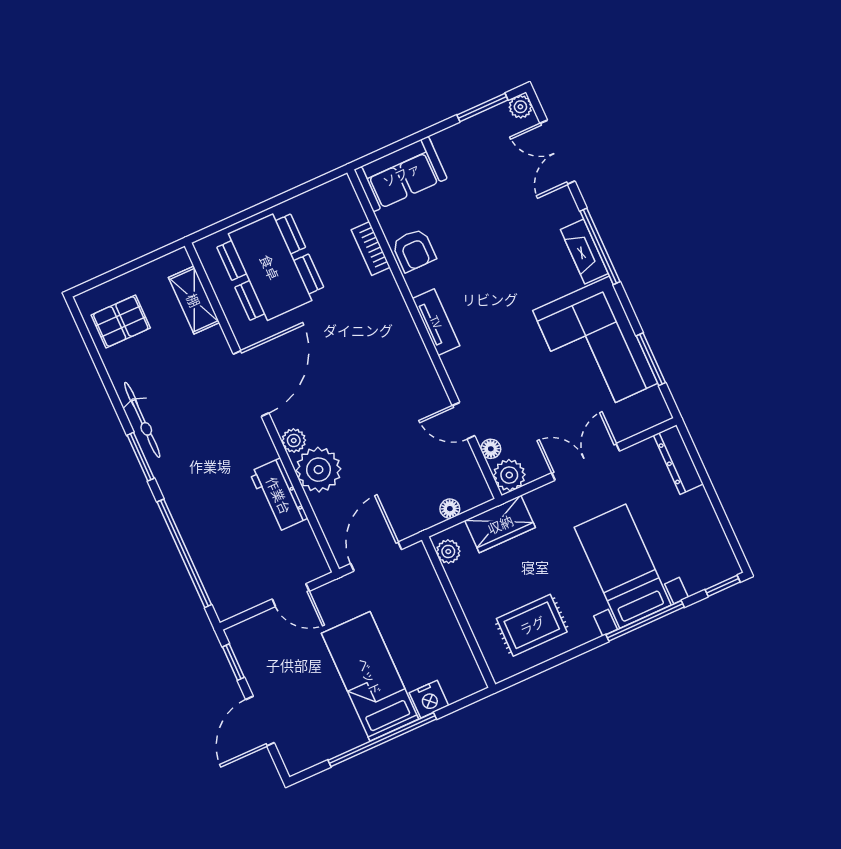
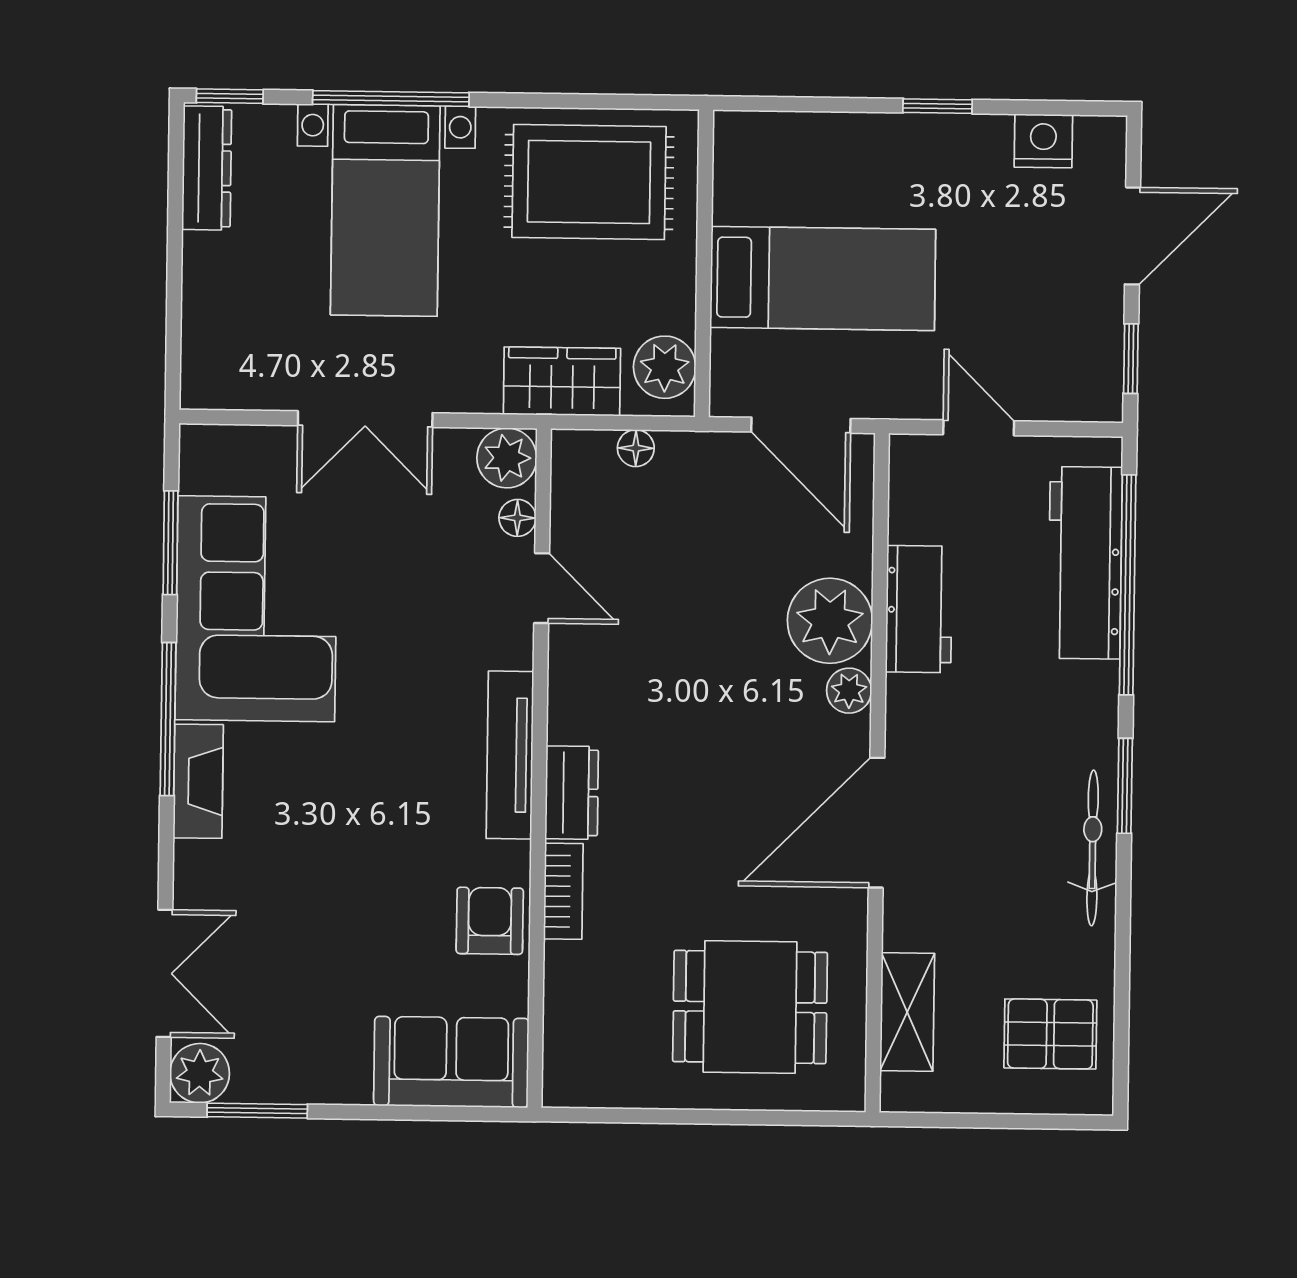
plant: (520, 107) -> (200, 1073), width x1.38, depth x1.38
window: (600, 246) -> (168, 719), moved
bookcase: (371, 249) -> (563, 891), moved
dining table: (270, 267) -> (750, 1007), width x0.73
tv unit: (436, 322) -> (510, 755), width x1.41
dresser: (403, 330) -> (572, 793), added
dresser: (678, 460) -> (207, 168), moved
plant: (448, 551) -> (665, 367), width x1.38, depth x1.38
workbench: (210, 554) -> (1085, 563), added
door: (376, 556) -> (801, 425), hinge flipped
rug: (532, 625) -> (589, 182), width x1.36, depth x1.43
bed: (370, 676) -> (823, 278), moved, turned -90
nightstand: (429, 699) -> (1043, 141), moved
window: (382, 740) -> (938, 106), width x0.32

